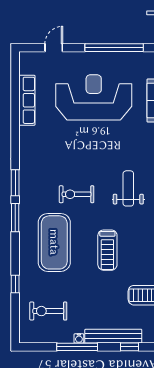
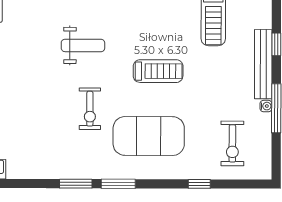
weight bench: (128, 188) -> (83, 45), turned 180

